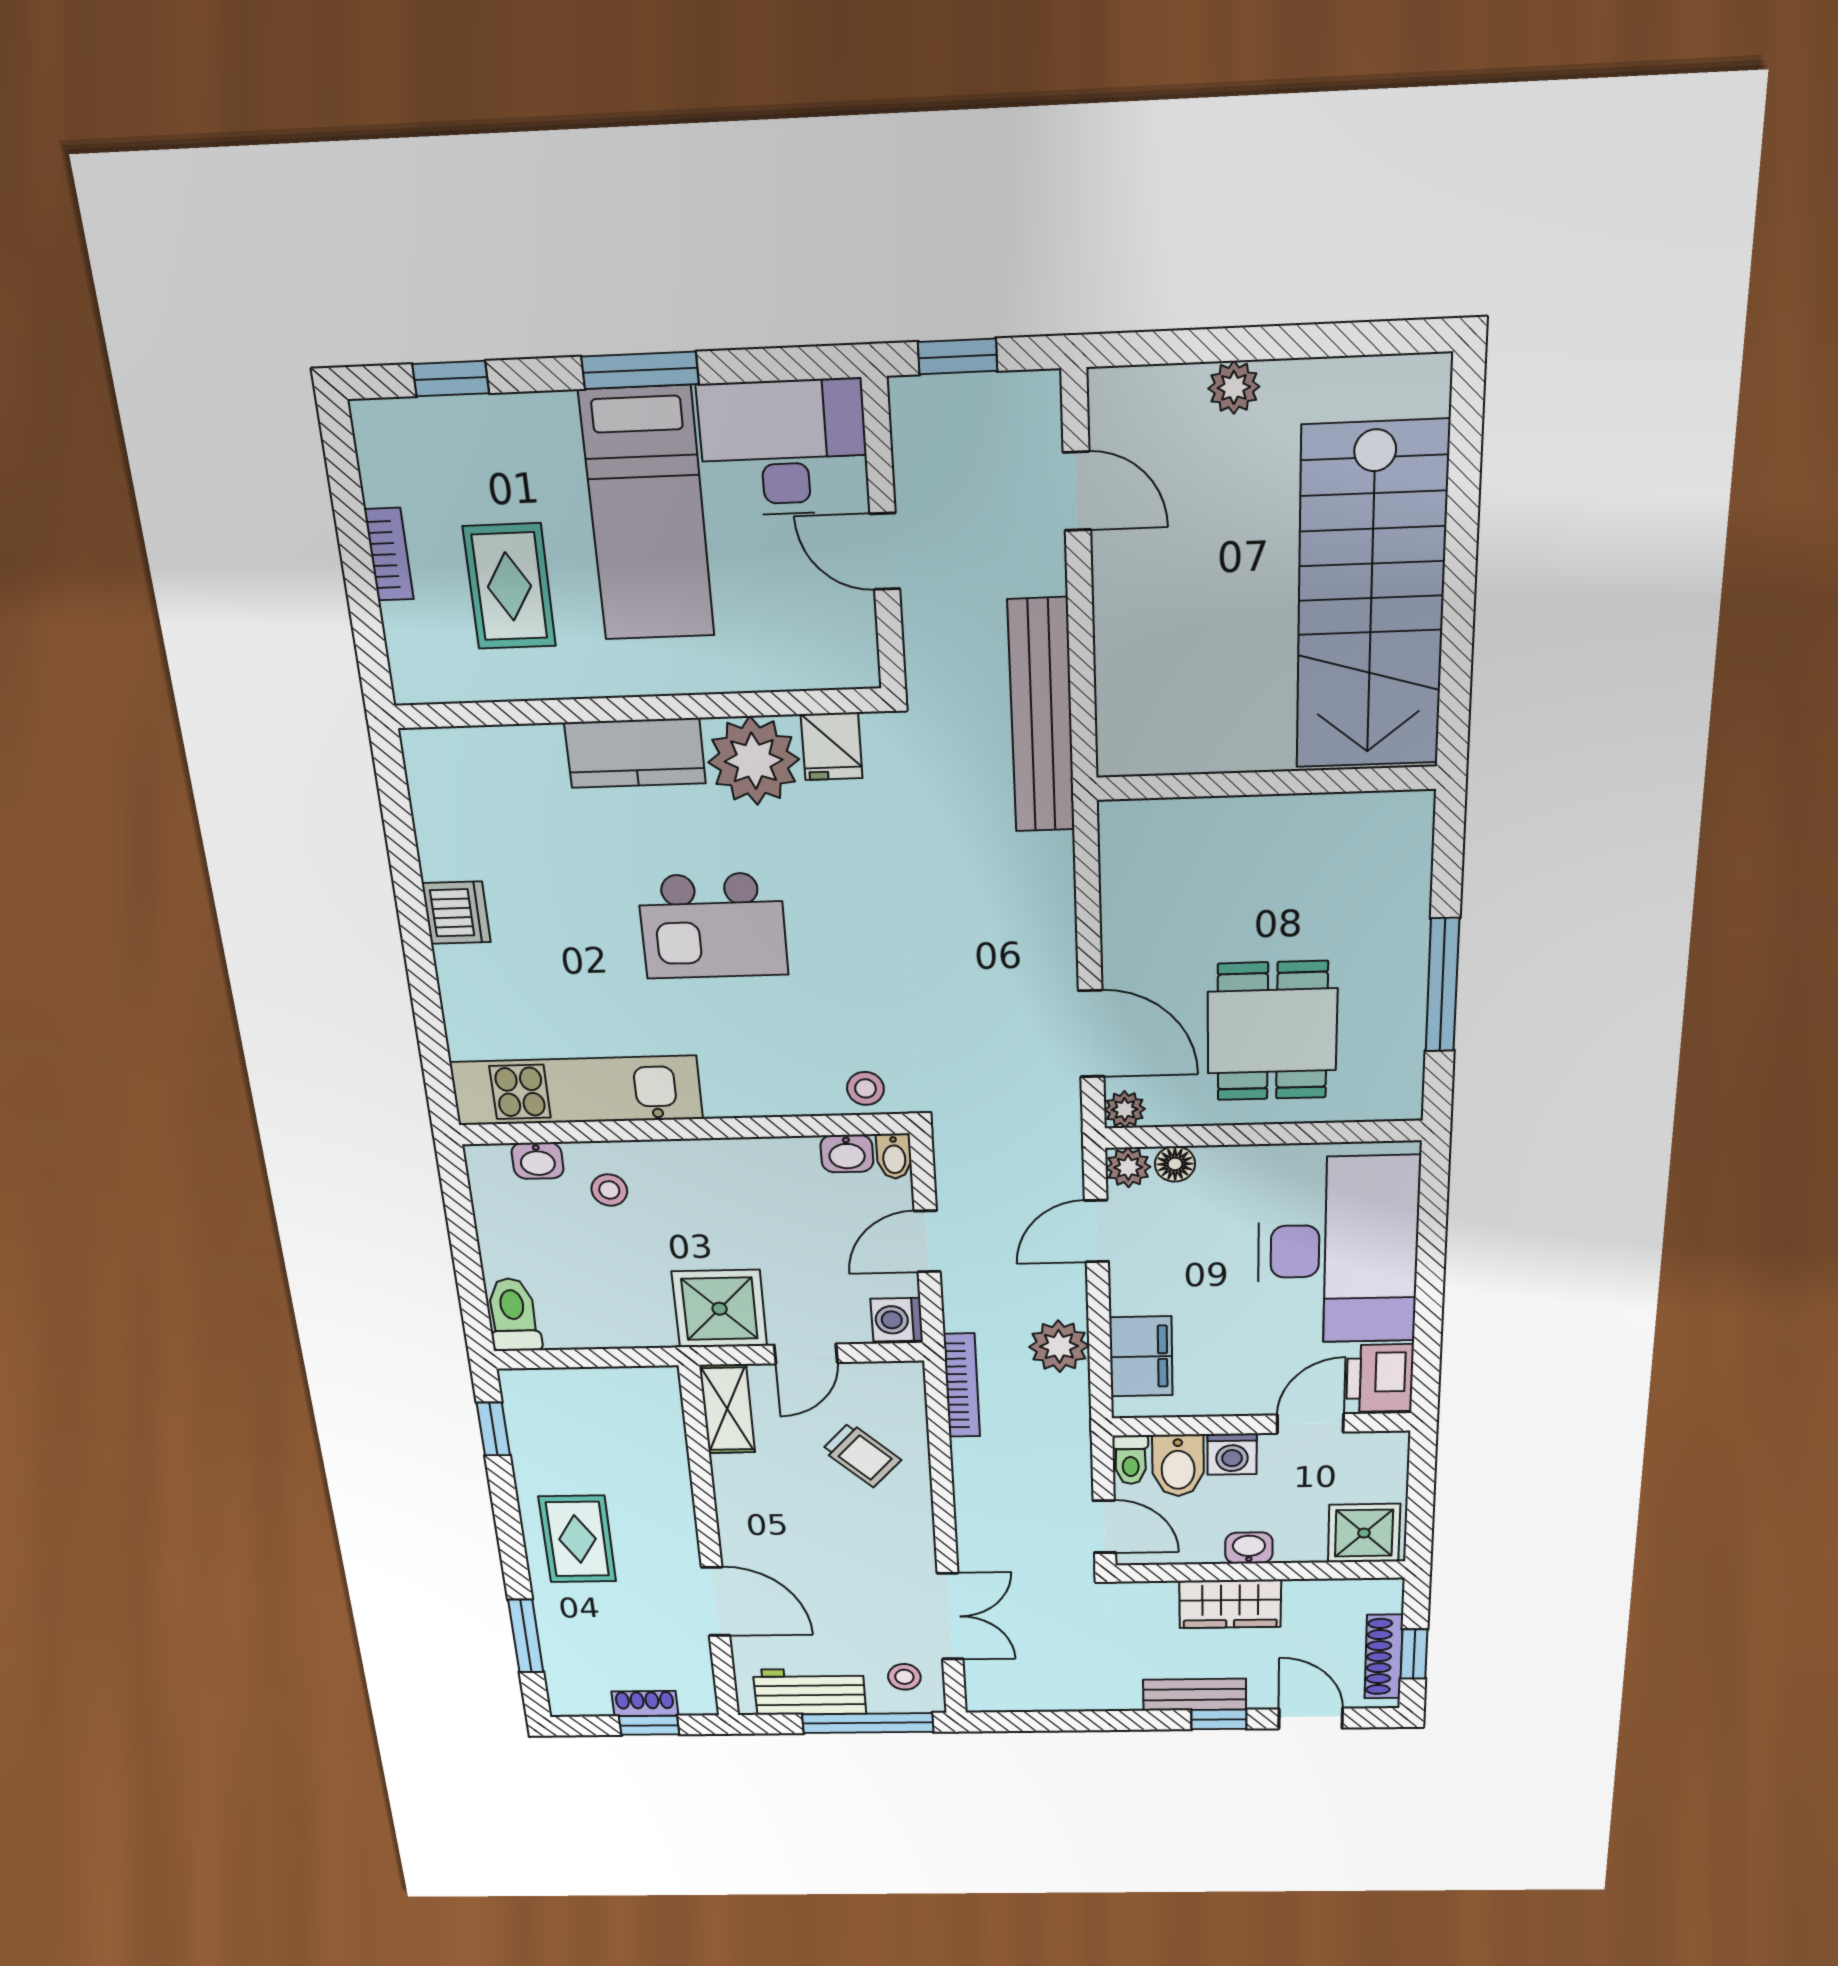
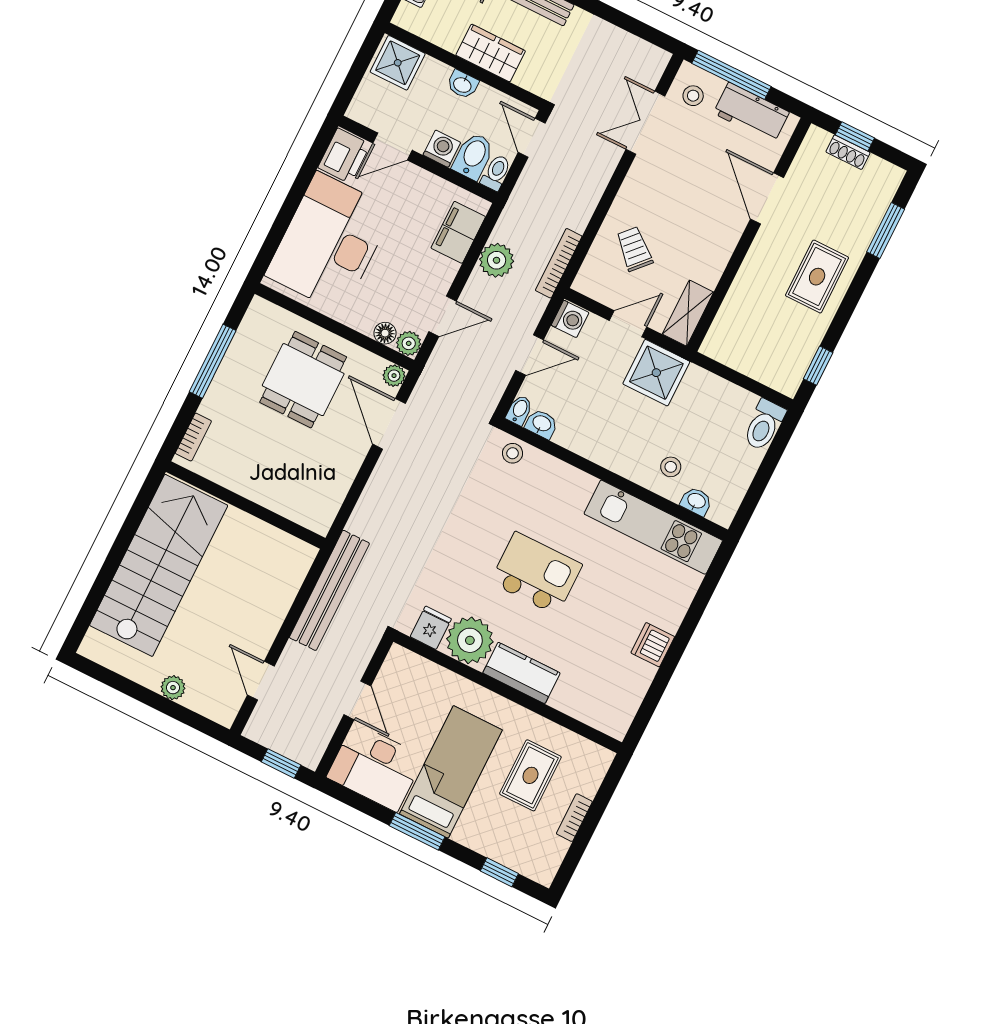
bookcase: (1416, 848) -> (193, 437), added

